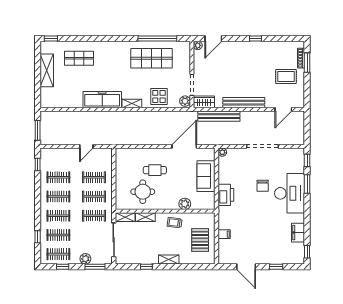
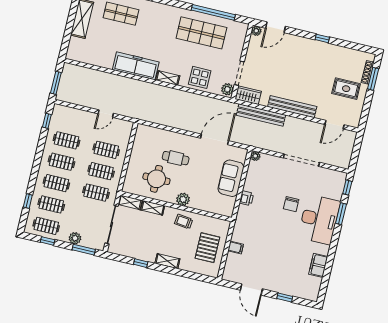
printer: (226, 195) -> (246, 198), width x0.53, depth x0.68
plant: (185, 204) -> (183, 199), moved
window: (307, 252) -> (323, 289), removed

